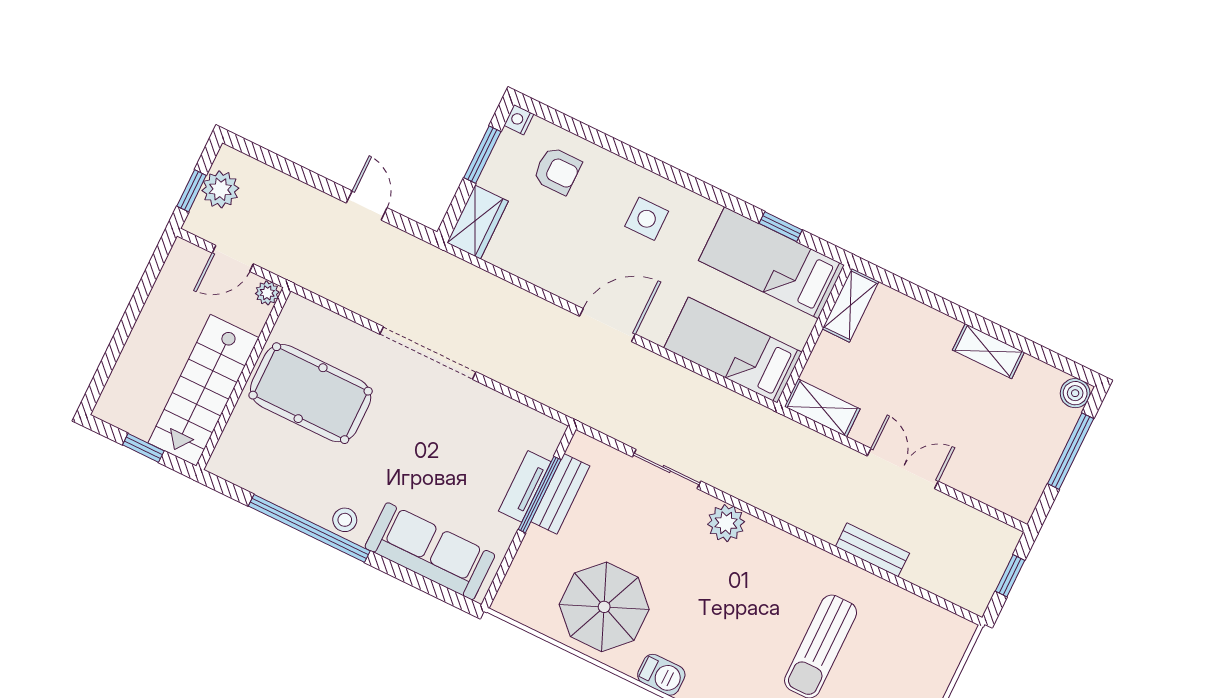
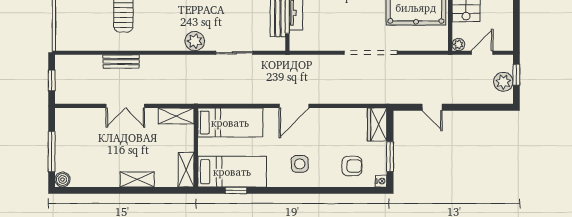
armchair: (557, 171) -> (352, 166), turned 180
shelving: (988, 351) -> (137, 179), moved

